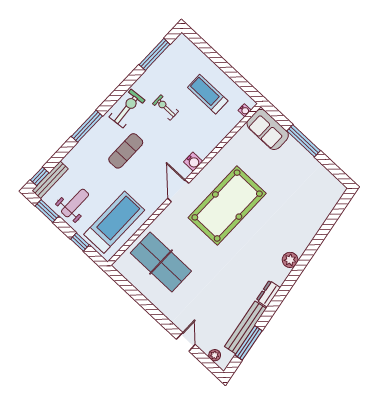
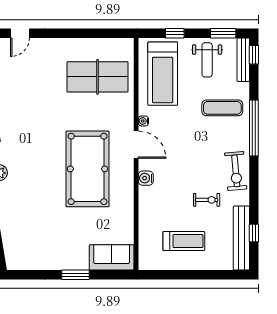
window: (155, 54) -> (254, 233), width x0.46
bench: (166, 59) -> (241, 238), added
water cooler: (245, 110) -> (143, 121), moved
window: (87, 126) -> (254, 128), width x1.46
window: (304, 141) -> (75, 275), width x0.69
exercise mat: (126, 151) -> (222, 108), moved, turned 90
door: (186, 342) -> (20, 33), hinge flipped

